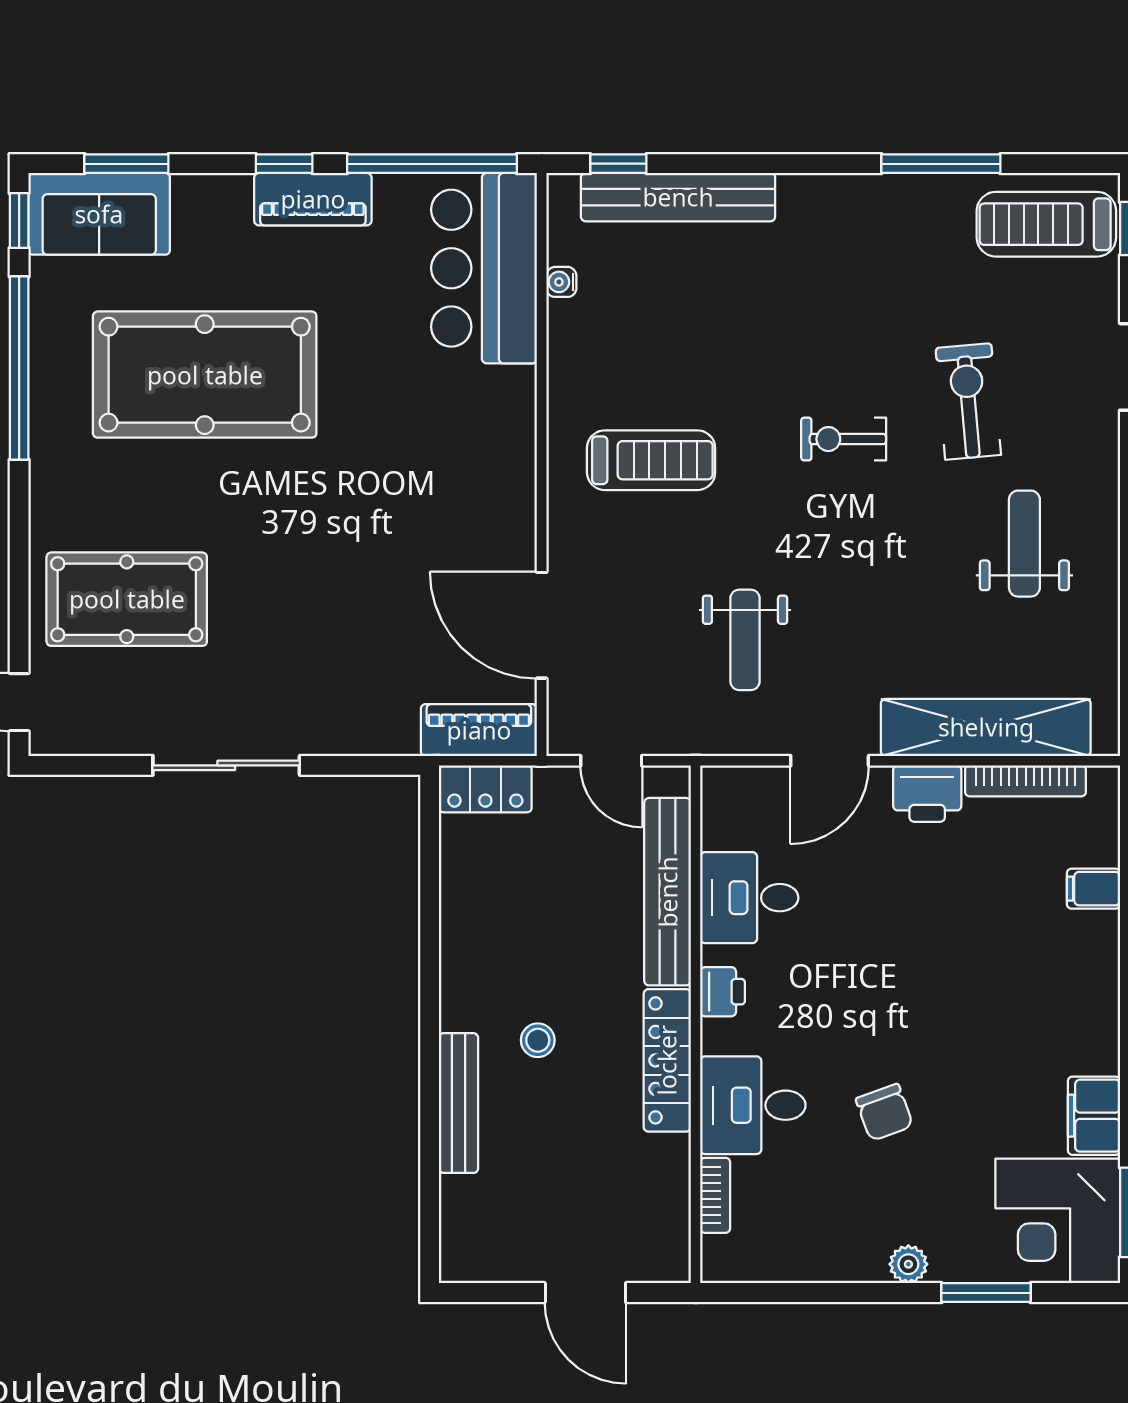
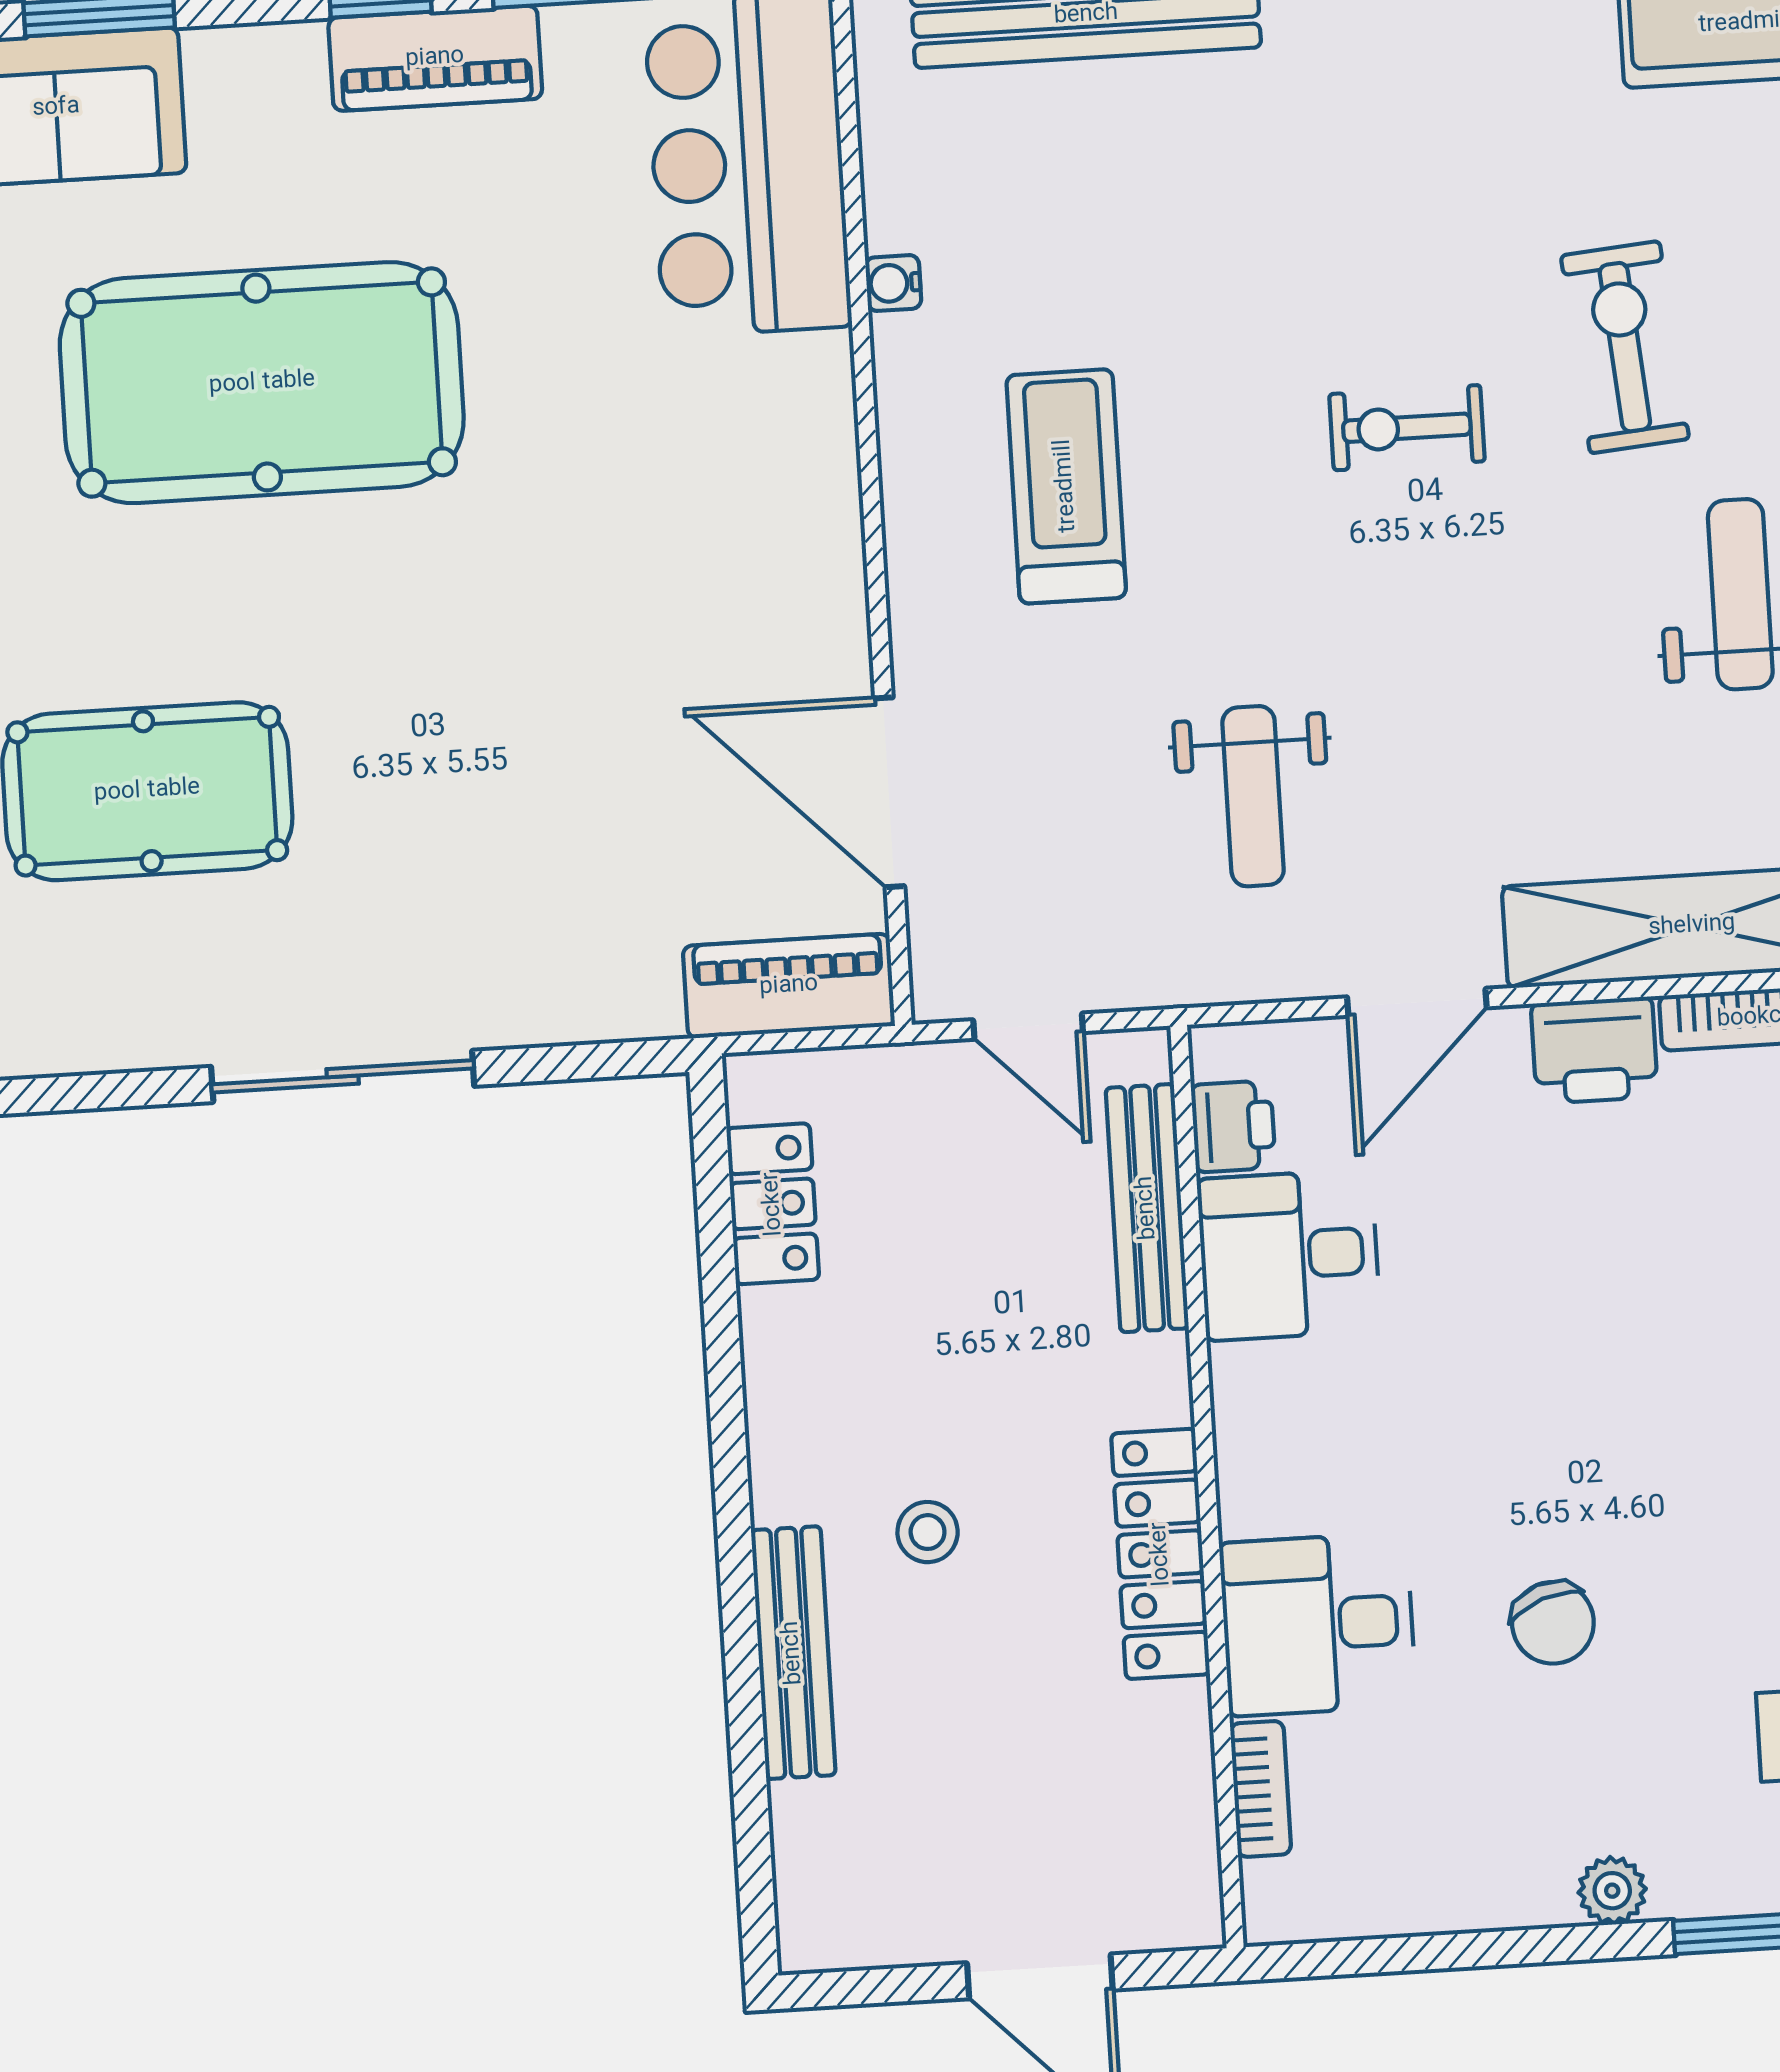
water cooler: (561, 282) -> (893, 283), moved
treadmill: (651, 460) -> (1066, 486), turned -90
locker: (485, 789) -> (773, 1204), moved, turned -90
bench: (668, 892) -> (1147, 1208), width x0.73, depth x0.82
printer: (723, 992) -> (1233, 1126), moved

